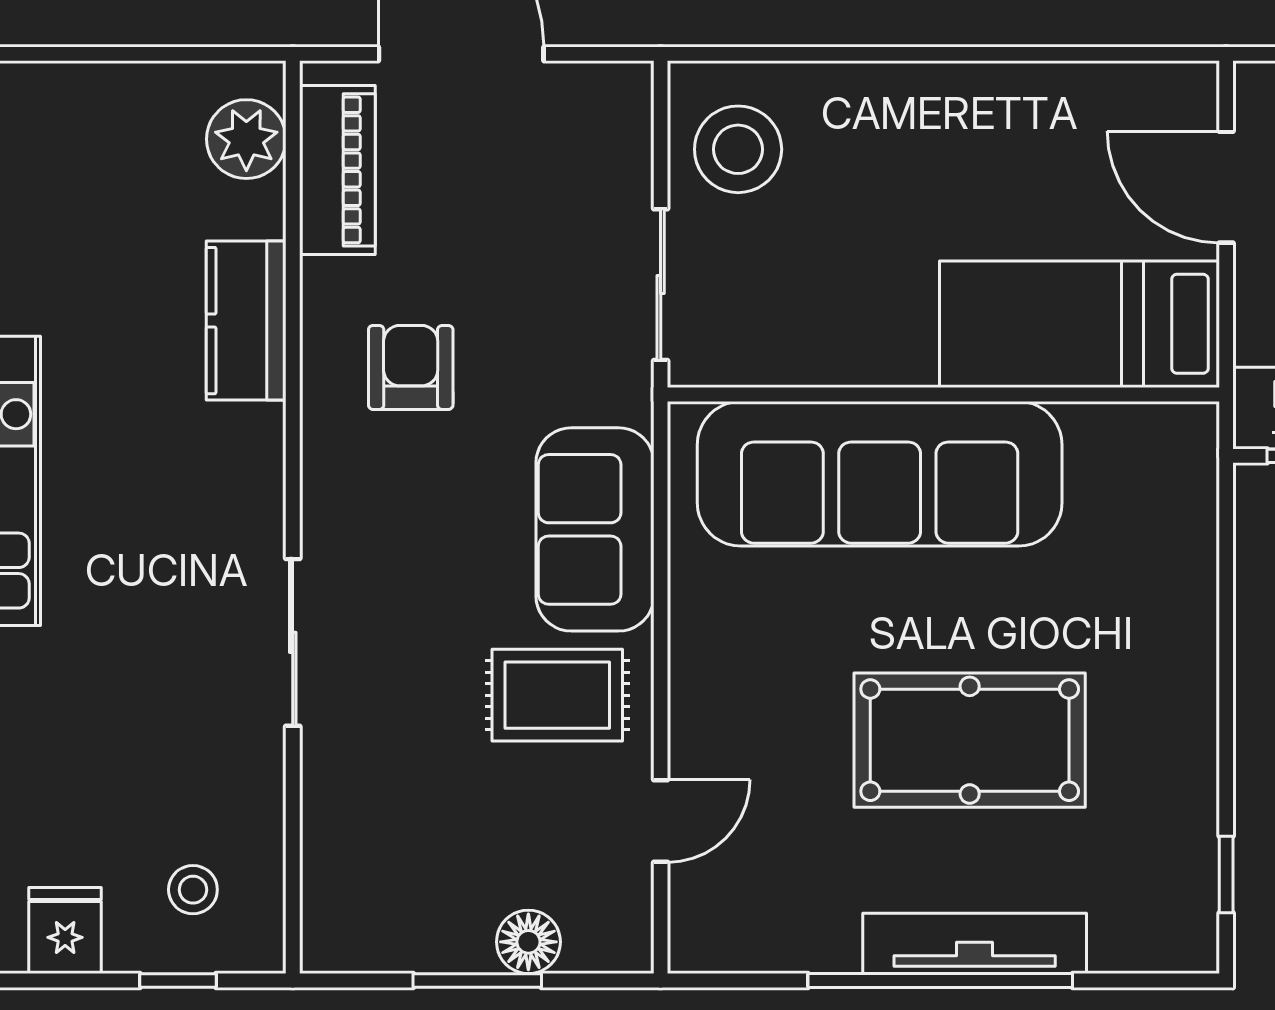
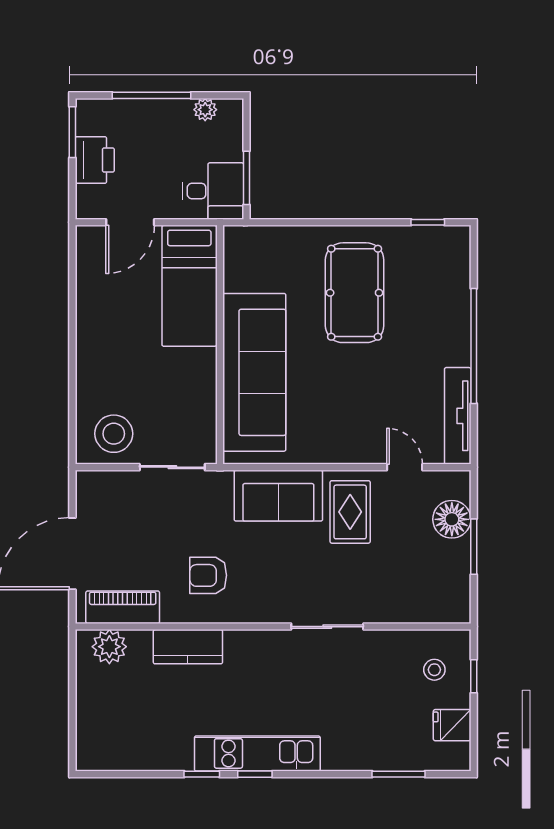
pool table: (970, 740) -> (355, 293), moved
floor lamp: (528, 942) -> (452, 519), width x1.38, depth x1.38
tv unit: (975, 943) -> (458, 416), moved

